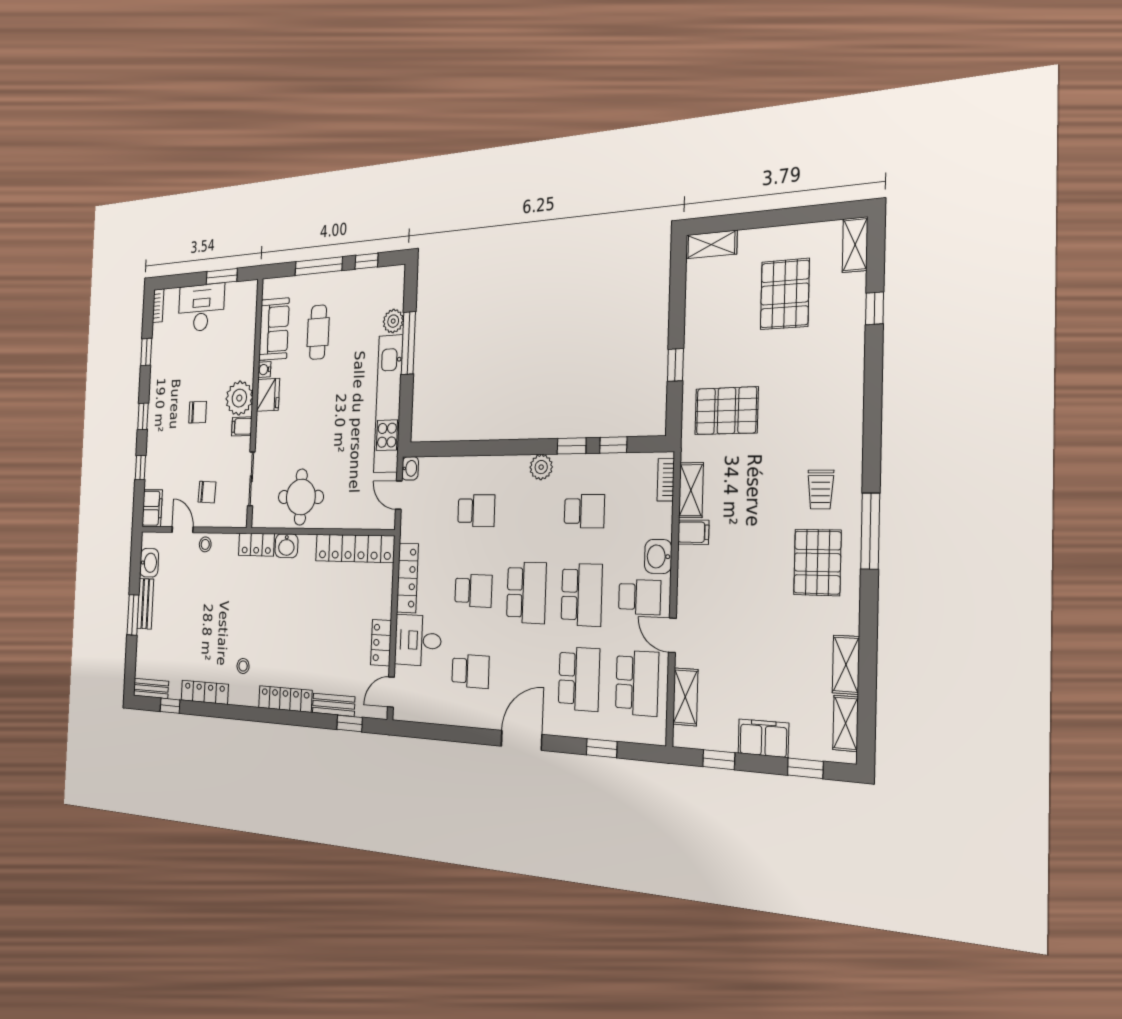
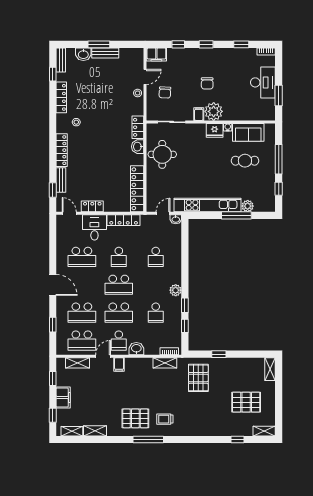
filing cabinet: (693, 532) -> (119, 364), moved
washbasin: (149, 563) -> (83, 54), moved
school desk: (470, 671) -> (82, 257), width x1.85

